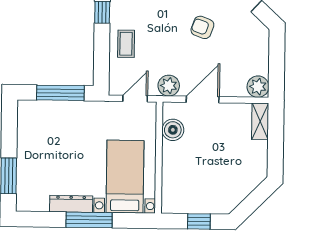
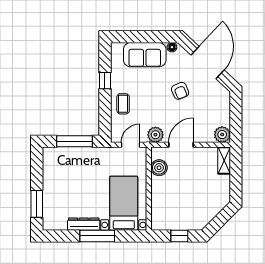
armchair: (202, 27) -> (180, 91), turned -133

